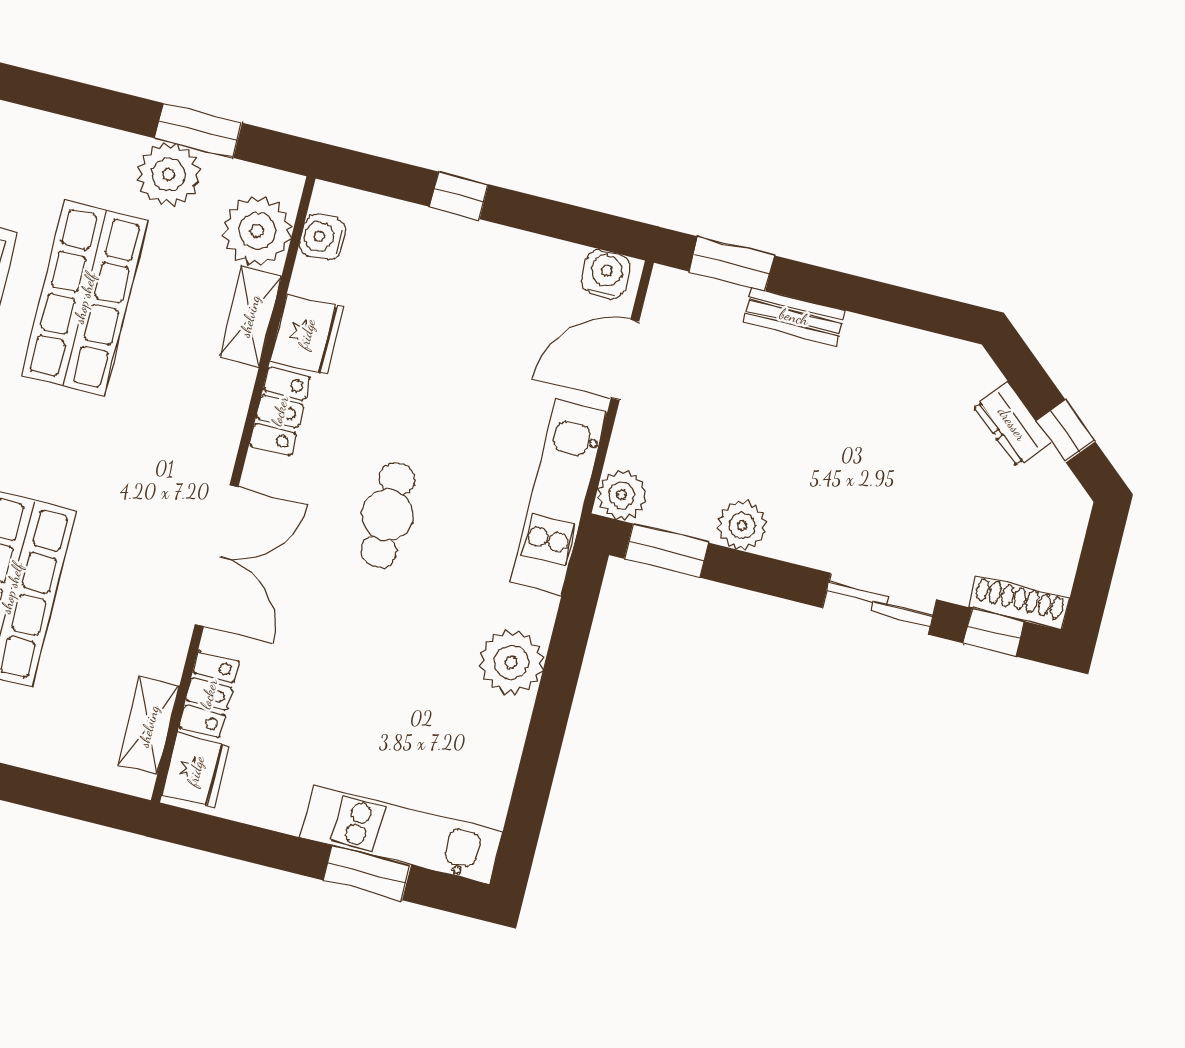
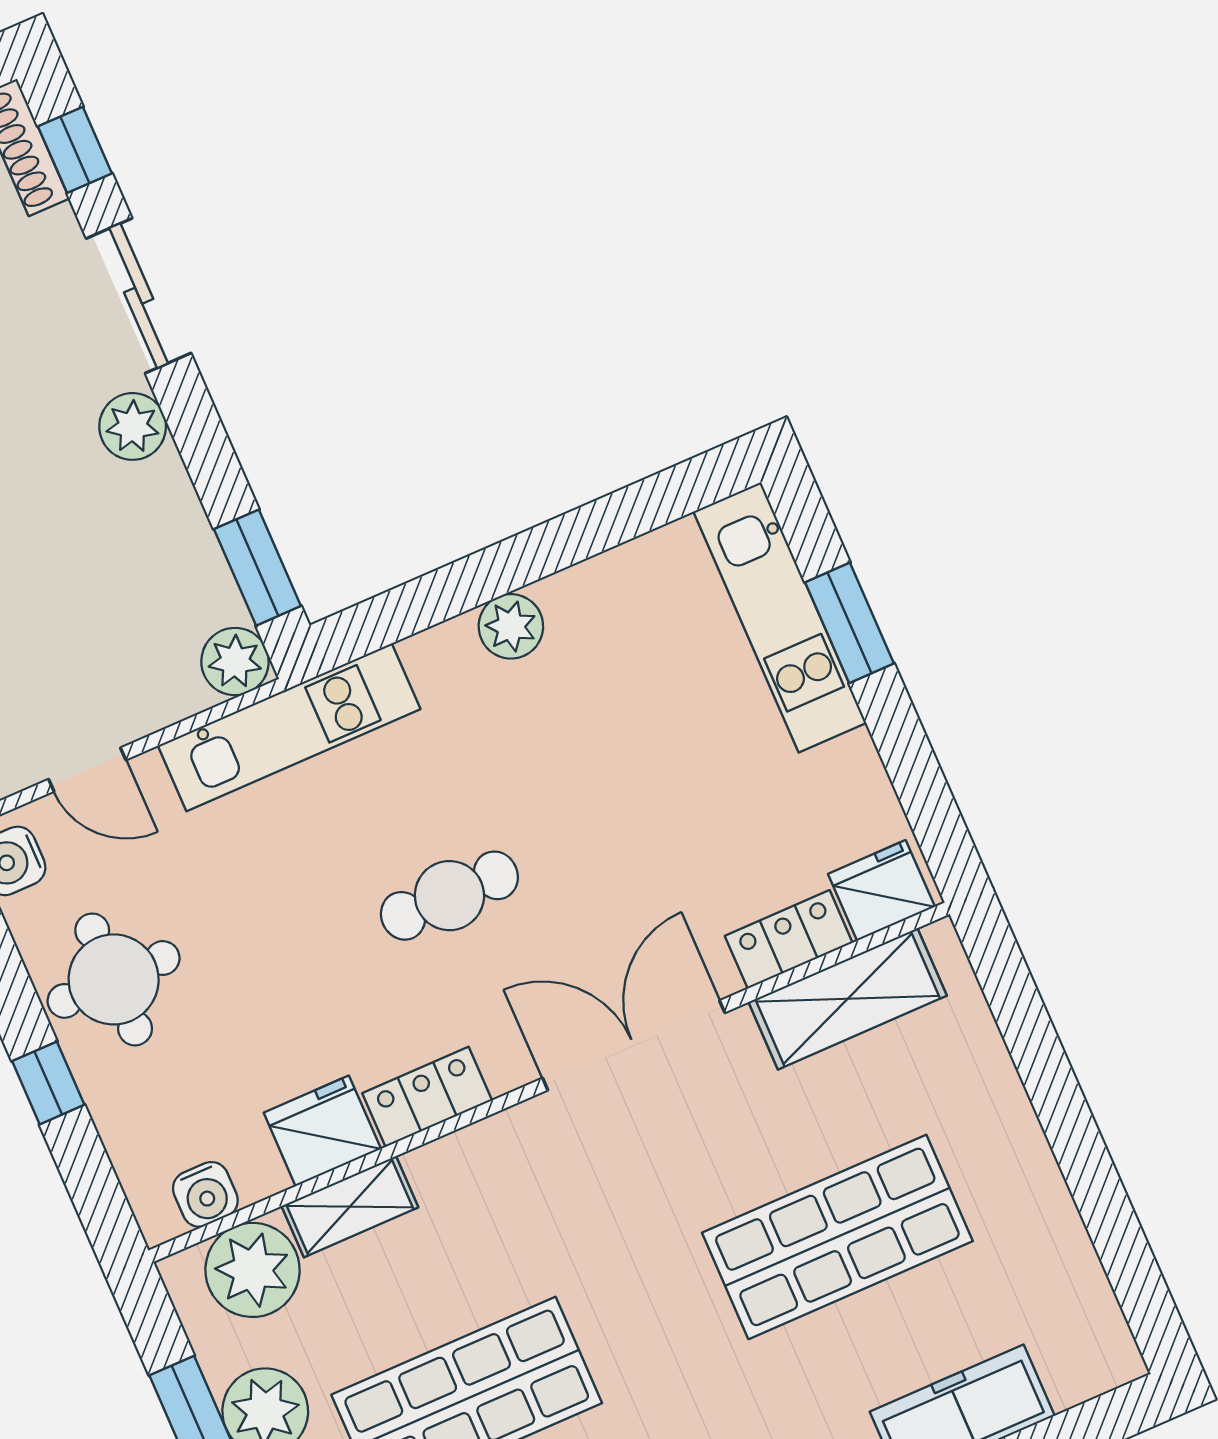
round table: (490, 280) -> (114, 979), added
door: (625, 360) -> (87, 770), width x0.73
plant: (742, 525) -> (133, 426), moved
plant: (511, 662) -> (511, 626), width x0.73, depth x0.73
shelving: (149, 726) -> (848, 999), width x1.50, depth x1.33

